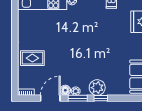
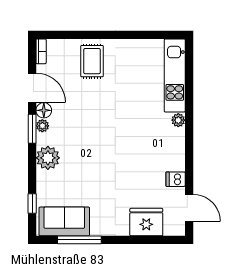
window: (101, 98) -> (32, 203), moved

